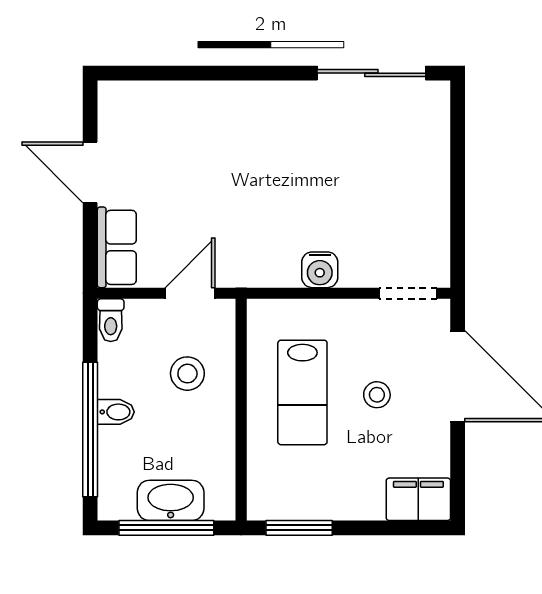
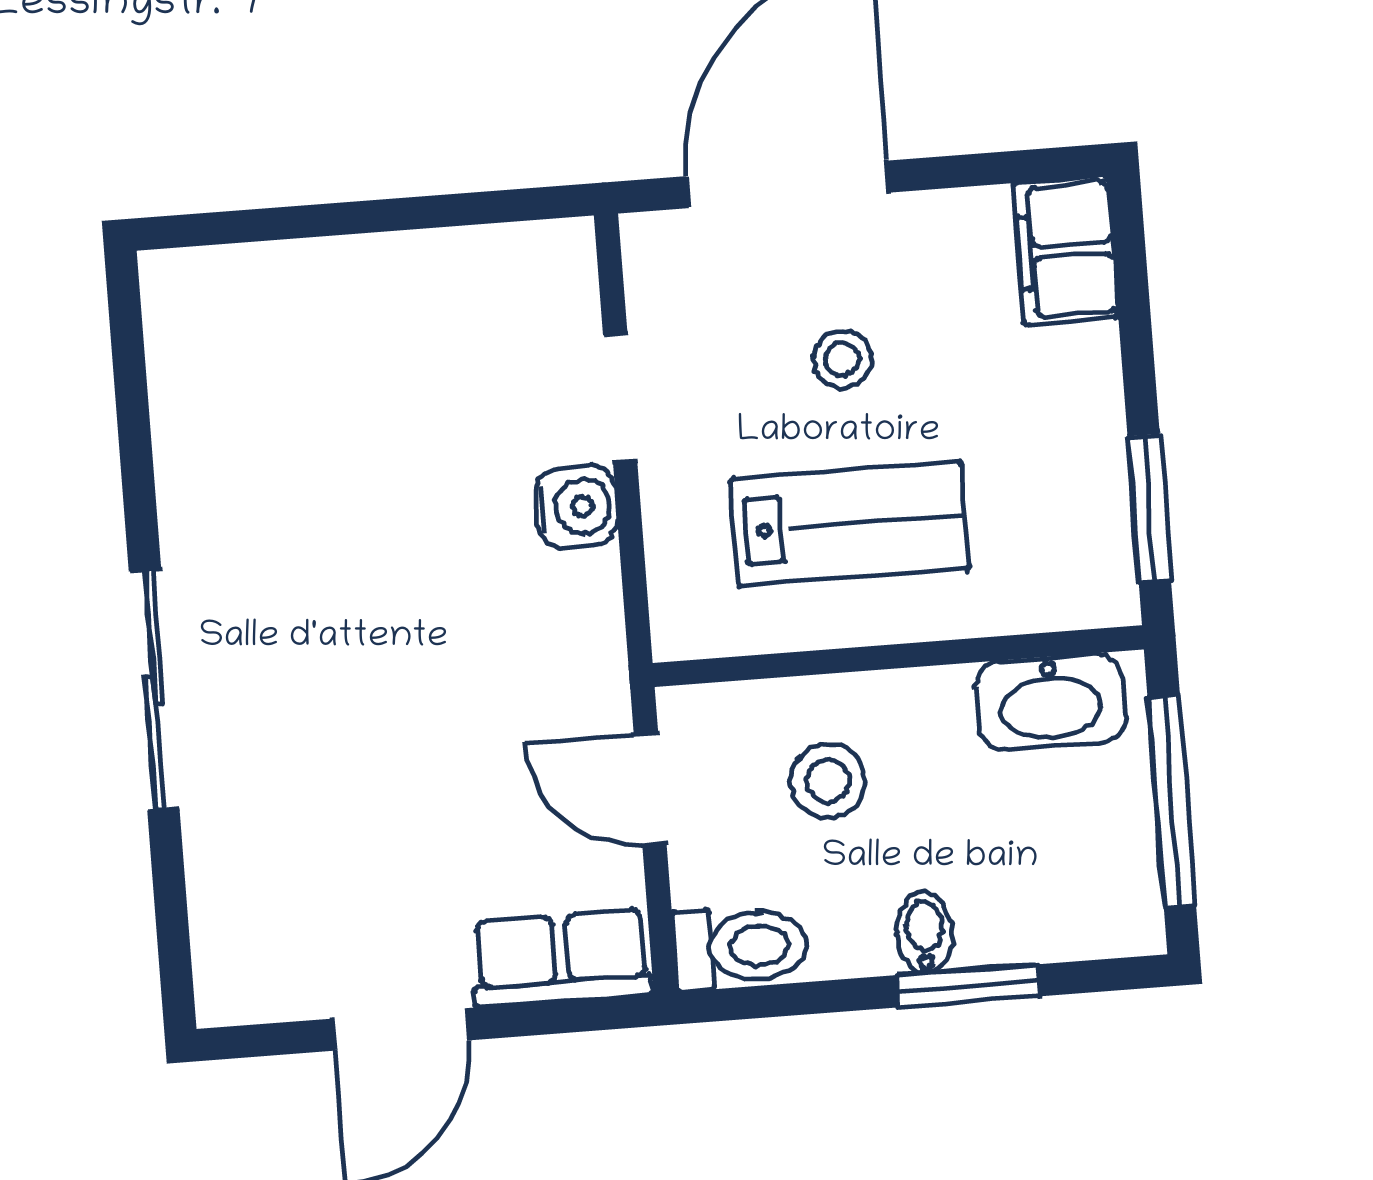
sliding door: (371, 73) -> (154, 690), moved
doorway: (408, 293) -> (620, 398), moved
toilet: (111, 320) -> (741, 947), width x1.37, depth x1.39
window: (90, 430) -> (968, 986), width x0.47
washbasin: (171, 500) -> (1050, 702), moved, turned -90

